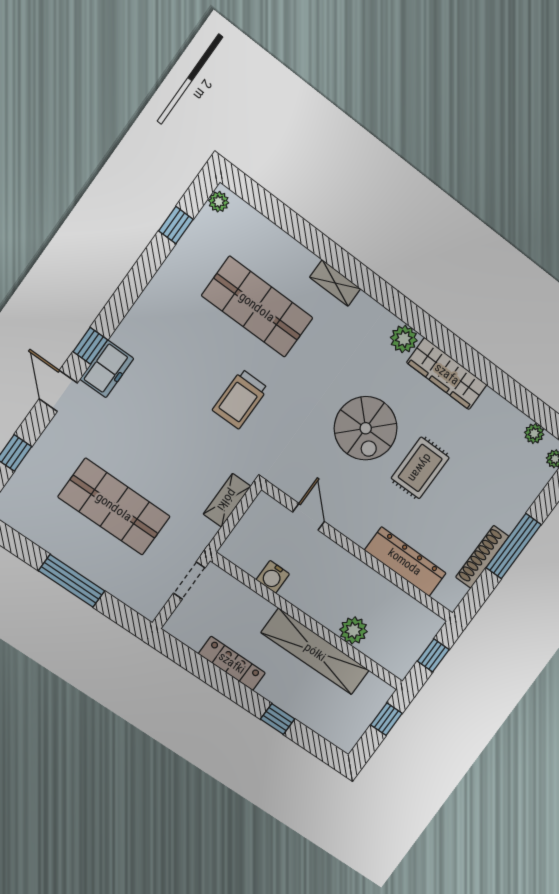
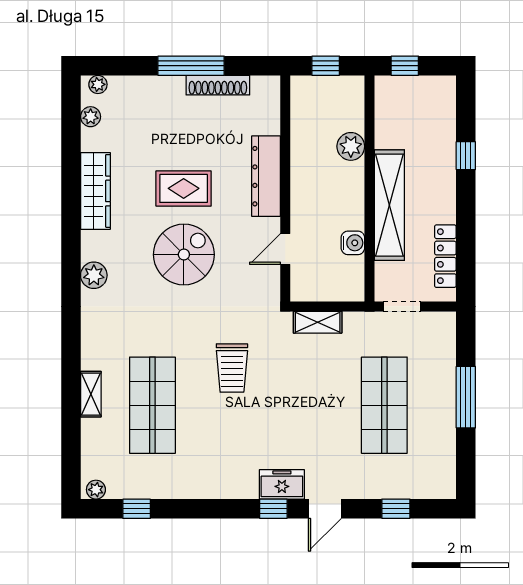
shelving: (335, 283) -> (91, 394), moved
wardrobe: (447, 374) -> (95, 191), moved
trolley: (240, 399) -> (232, 368), turned 90
dresser: (405, 562) -> (266, 176), moved
shelving: (315, 652) -> (389, 205), moved
locker: (232, 663) -> (445, 256), moved

